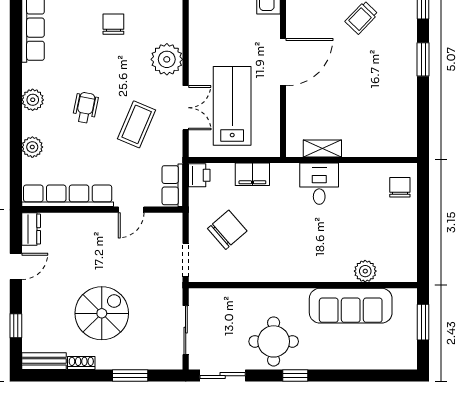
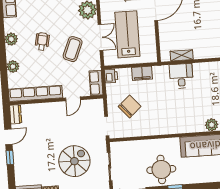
spiral stairs: (102, 313) -> (74, 161), moved
window: (16, 326) -> (10, 157), moved

